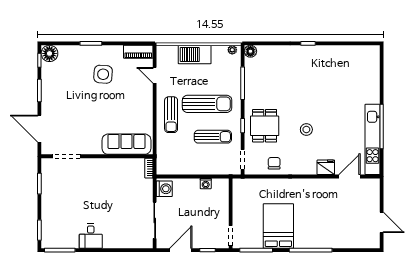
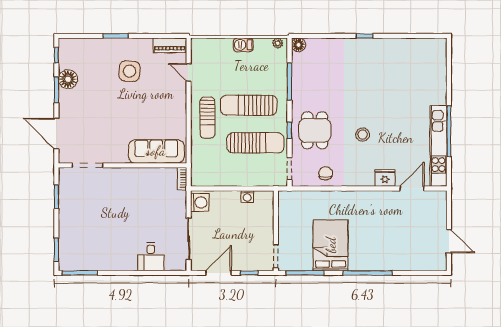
floor lamp: (49, 53) -> (68, 79), moved
barbecue: (195, 55) -> (243, 45), width x0.53, depth x0.65
sun lounger: (207, 104) -> (249, 105), turned 180
sun lounger: (213, 137) -> (255, 143), width x1.36, depth x1.34
desk: (91, 236) -> (151, 257), moved

